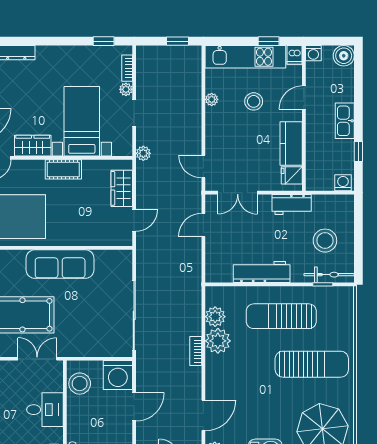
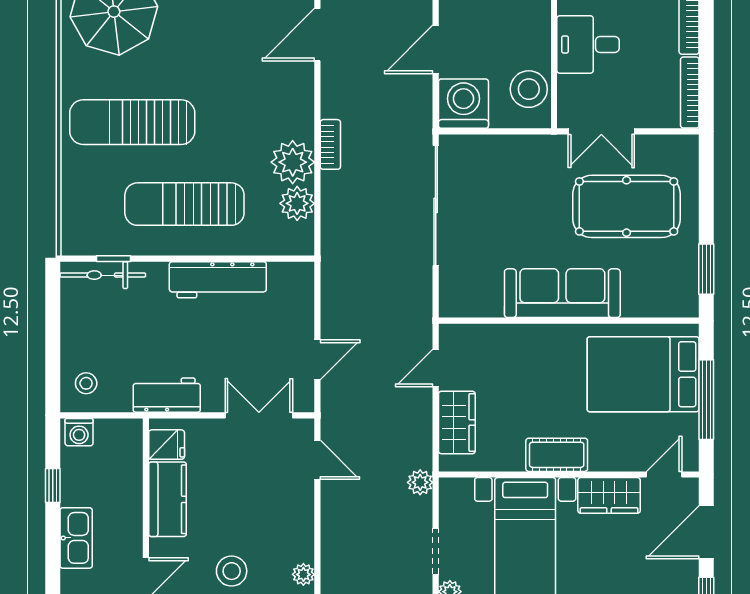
stool: (325, 241) -> (86, 383), moved, width x0.53, depth x0.53
sun lounger: (281, 316) -> (184, 204), turned 180

